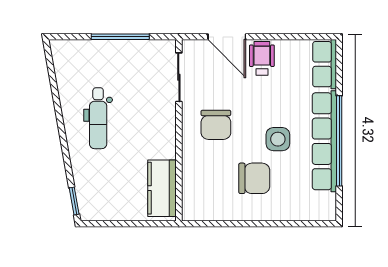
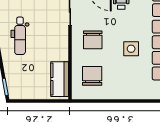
chair: (254, 178) -> (92, 76), moved, turned -90

